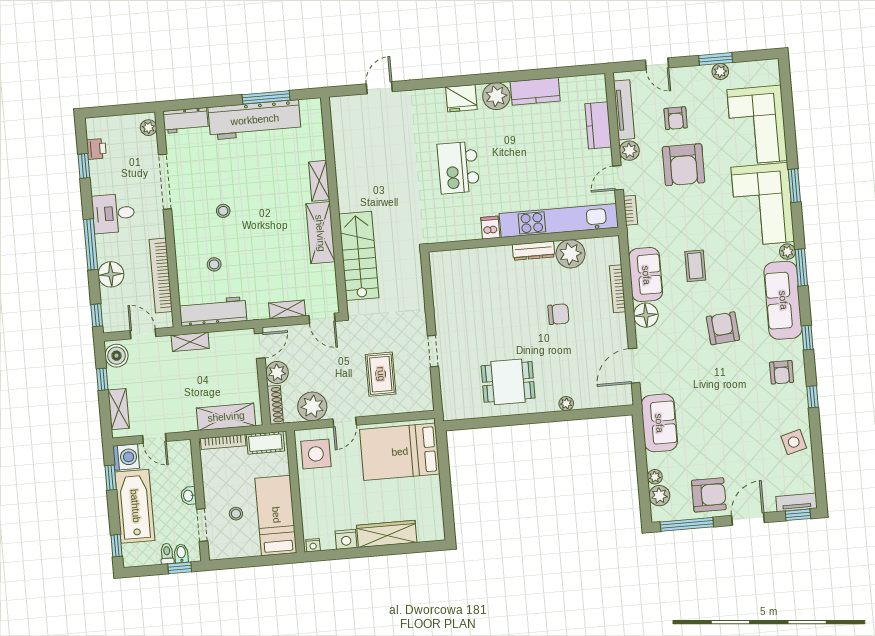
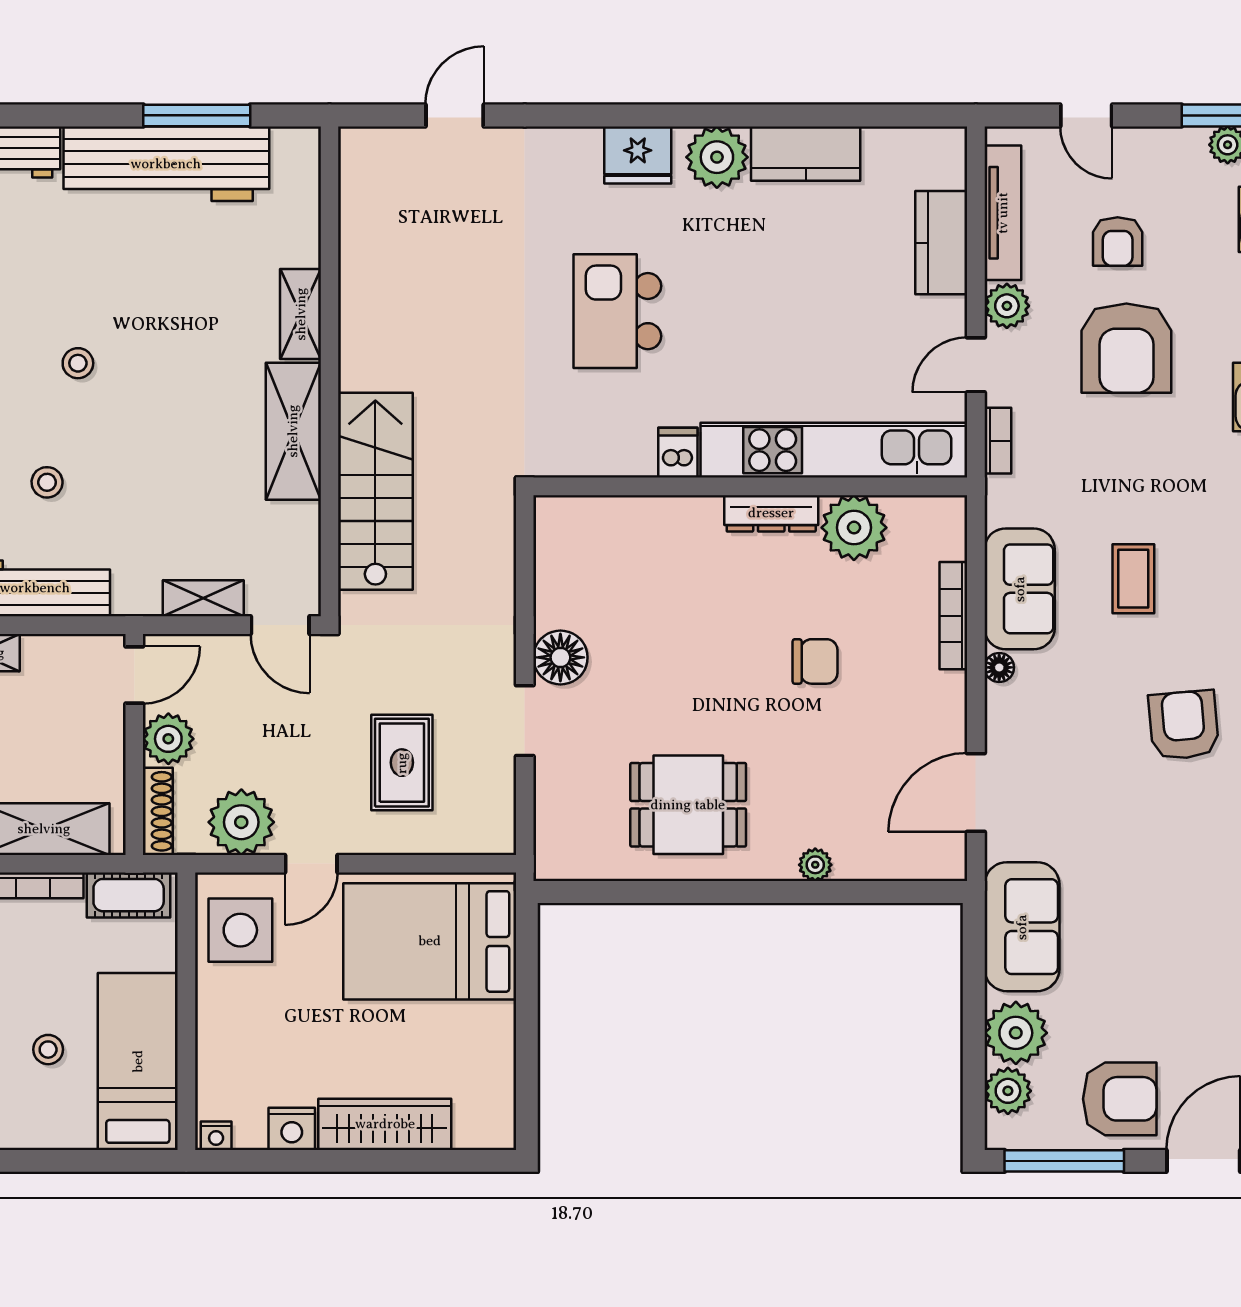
floor lamp: (646, 315) -> (999, 667), width x0.53, depth x0.53
floor lamp: (446, 322) -> (560, 657), added
plant: (655, 477) -> (1016, 1033), width x1.87, depth x1.87

